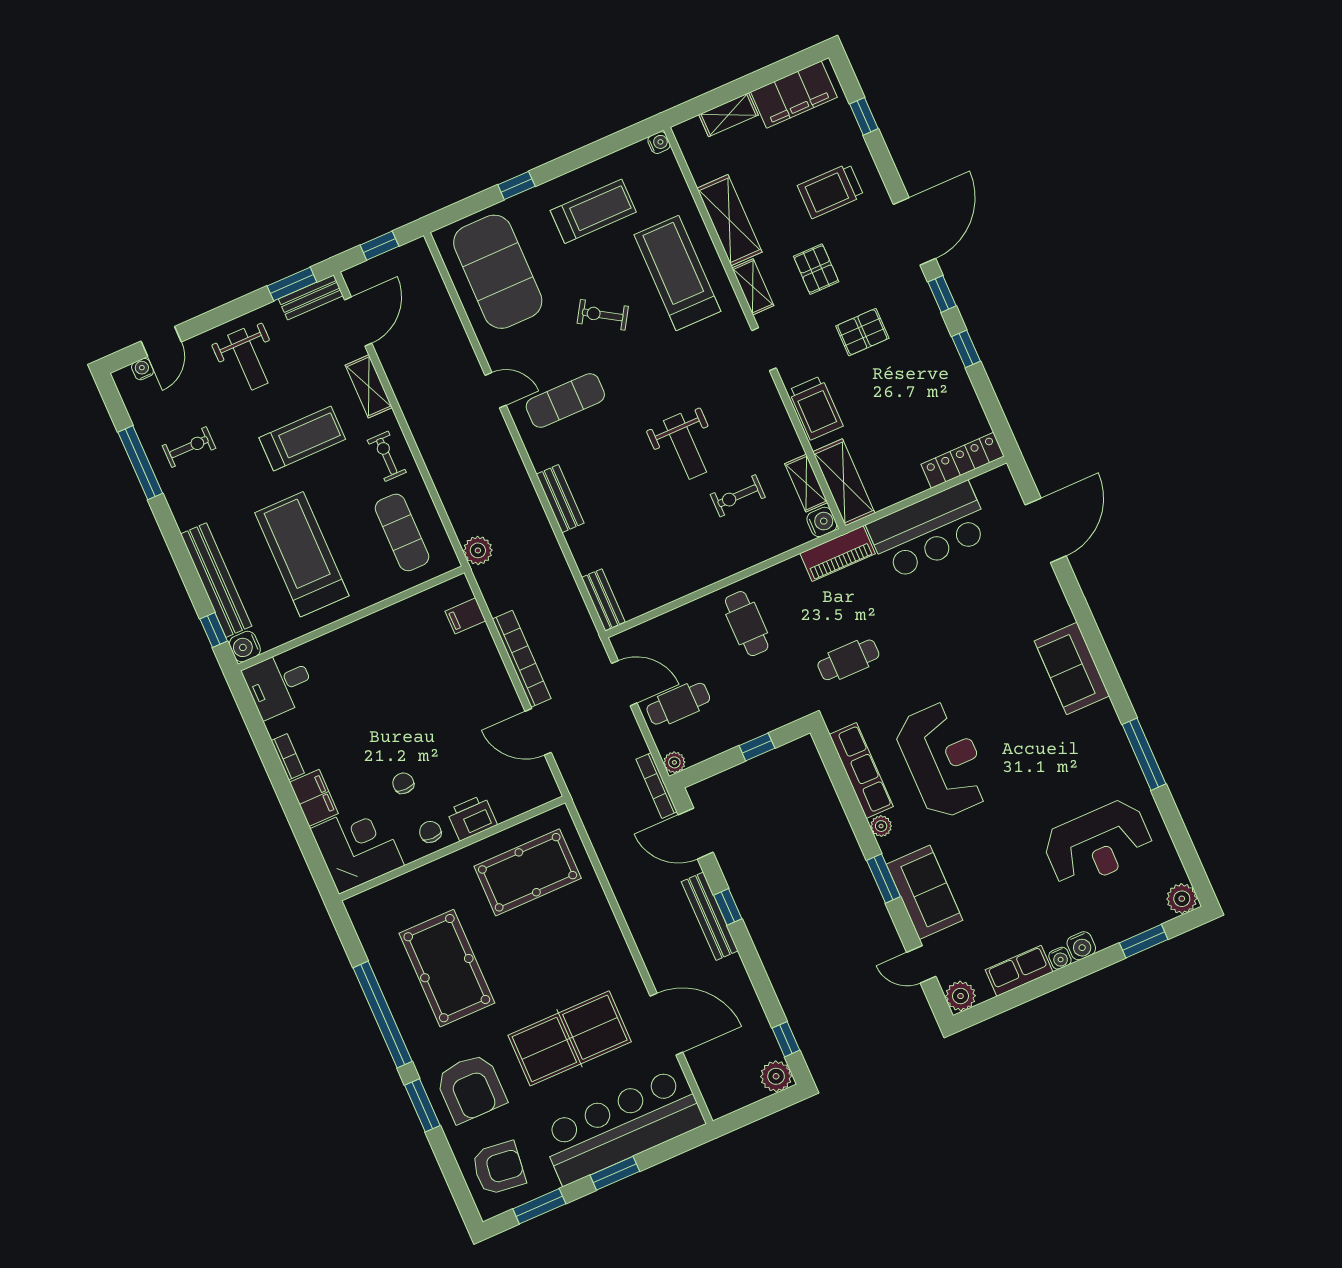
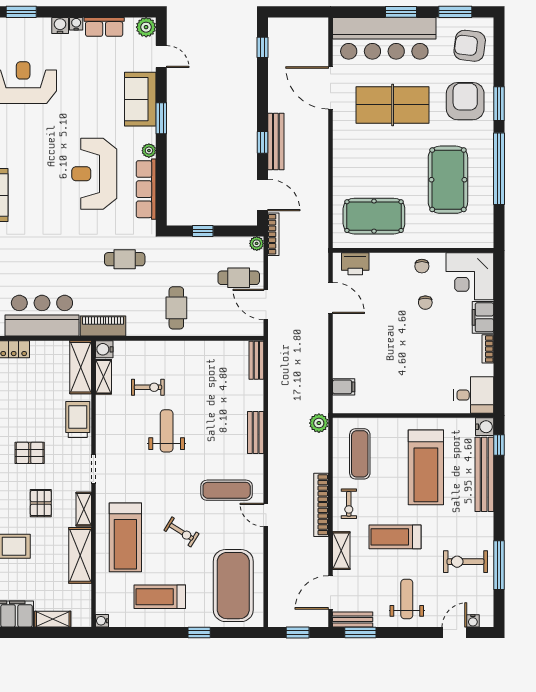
exercise bike: (189, 447) -> (465, 562), width x1.38, depth x1.39
bookcase: (522, 659) -> (321, 505), moved
printer: (472, 818) -> (355, 264), moved
plant: (776, 1076) -> (278, 28), removed

